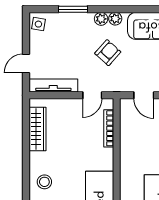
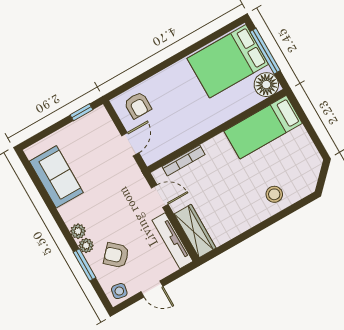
plant: (115, 19) -> (86, 246), moved
armchair: (108, 53) -> (116, 255), moved
door: (26, 63) -> (152, 289), moved
wardrobe: (38, 129) -> (195, 231), moved, turned 90

